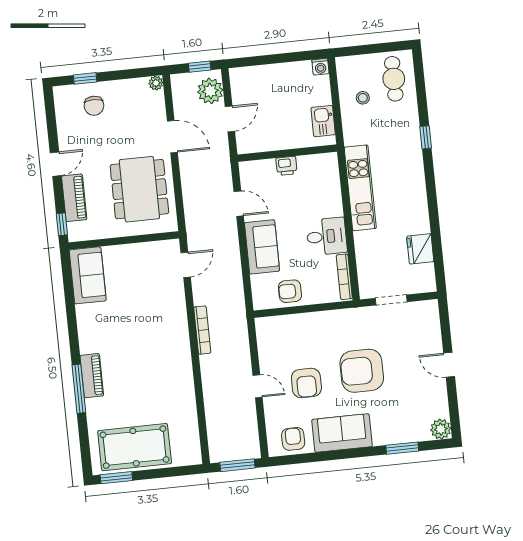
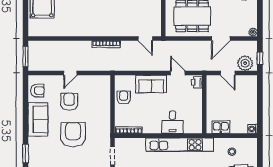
printer: (286, 166) -> (197, 82), moved
kitchen unit: (360, 188) -> (180, 145), width x1.36
door: (239, 204) -> (178, 73), swing flipped
desk: (327, 236) -> (172, 122), moved
armchair: (306, 383) -> (69, 102), turned 90

